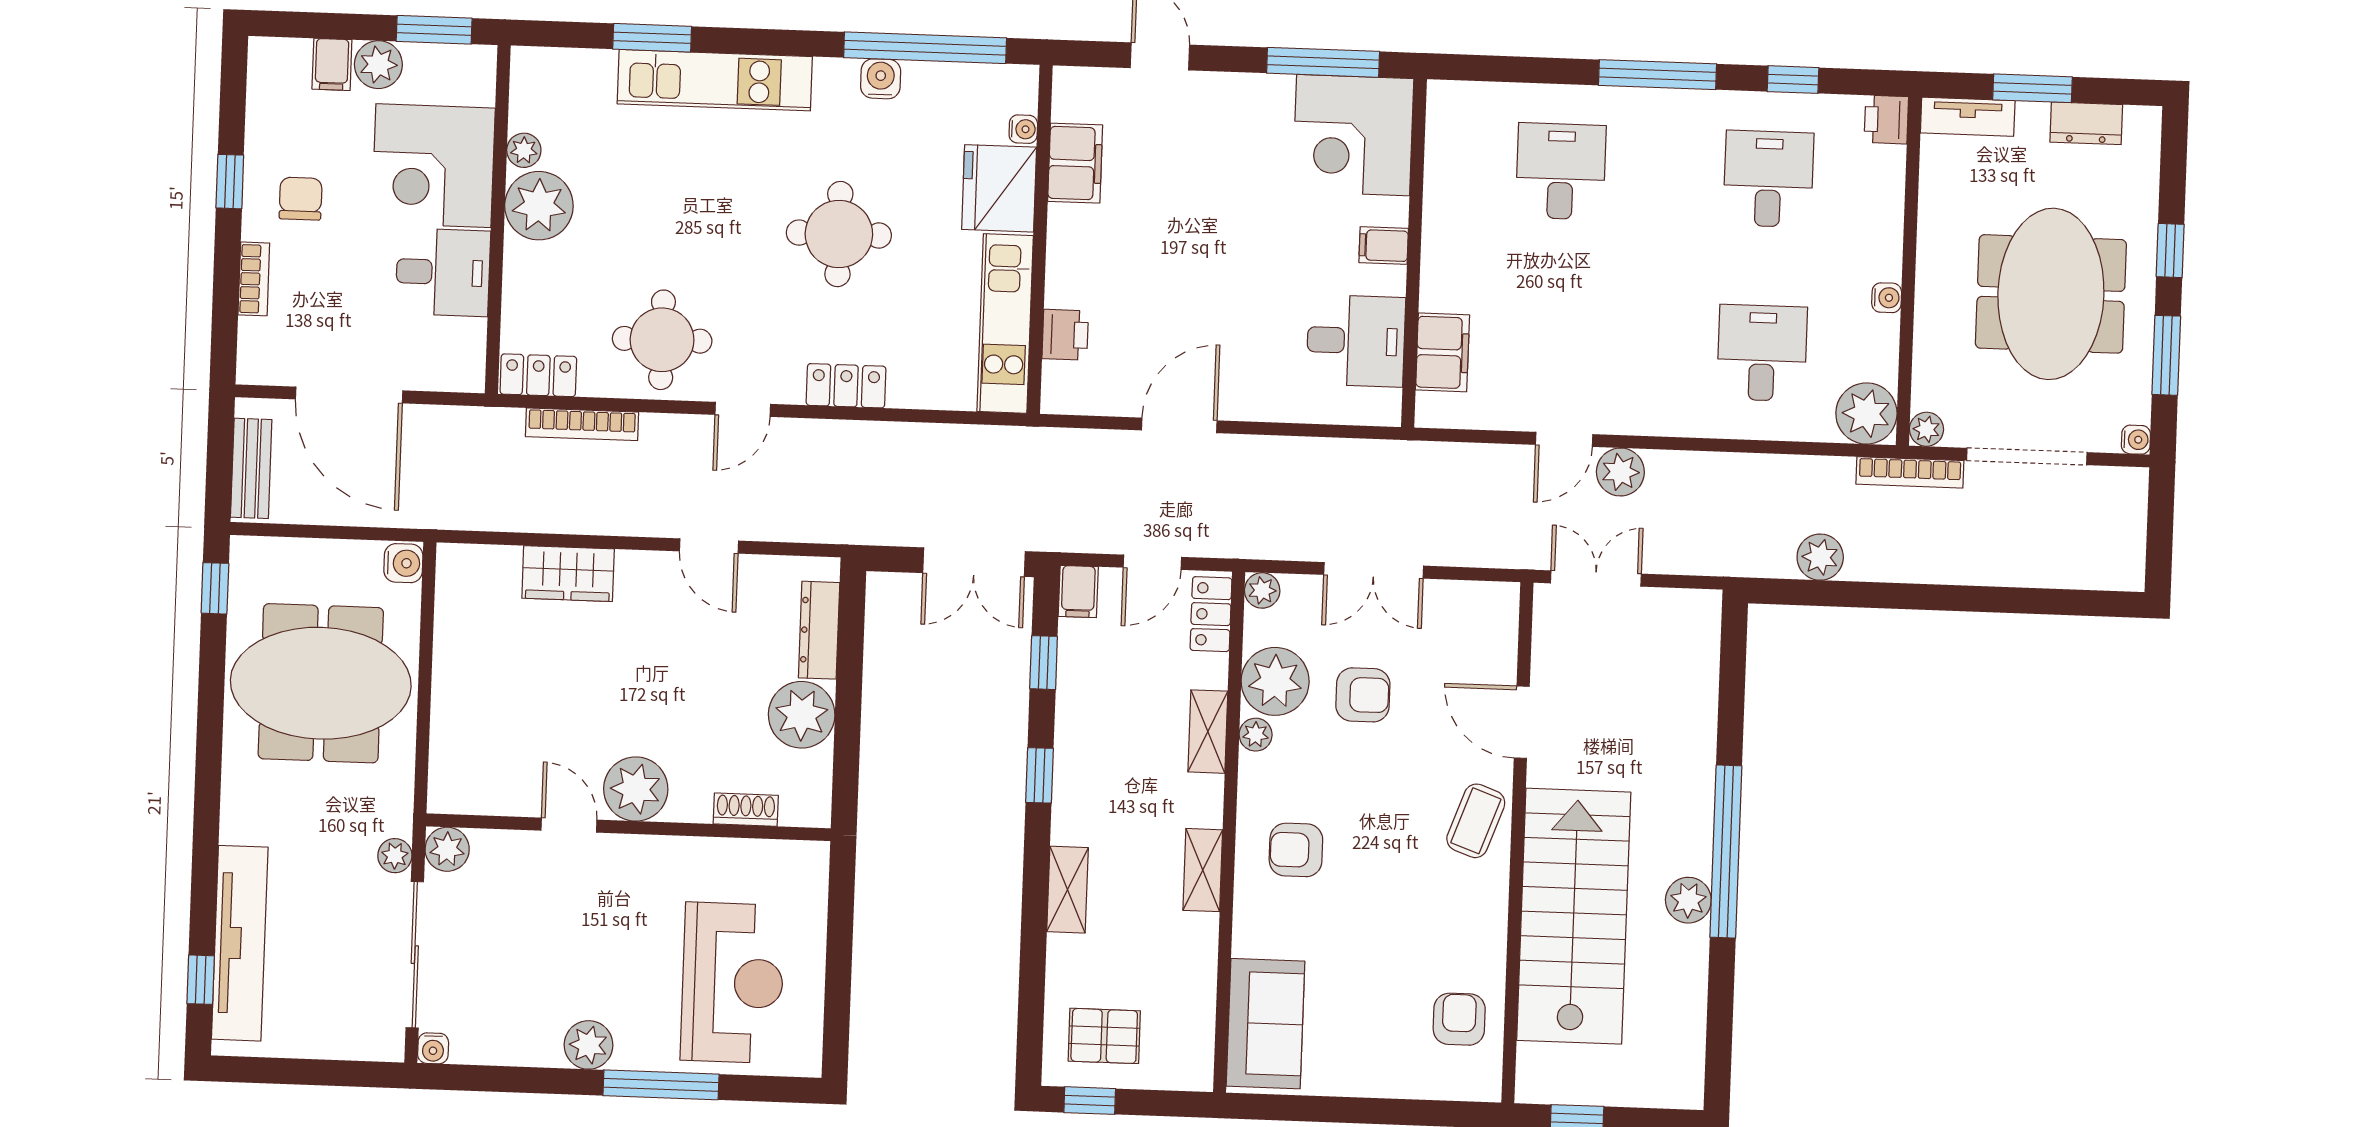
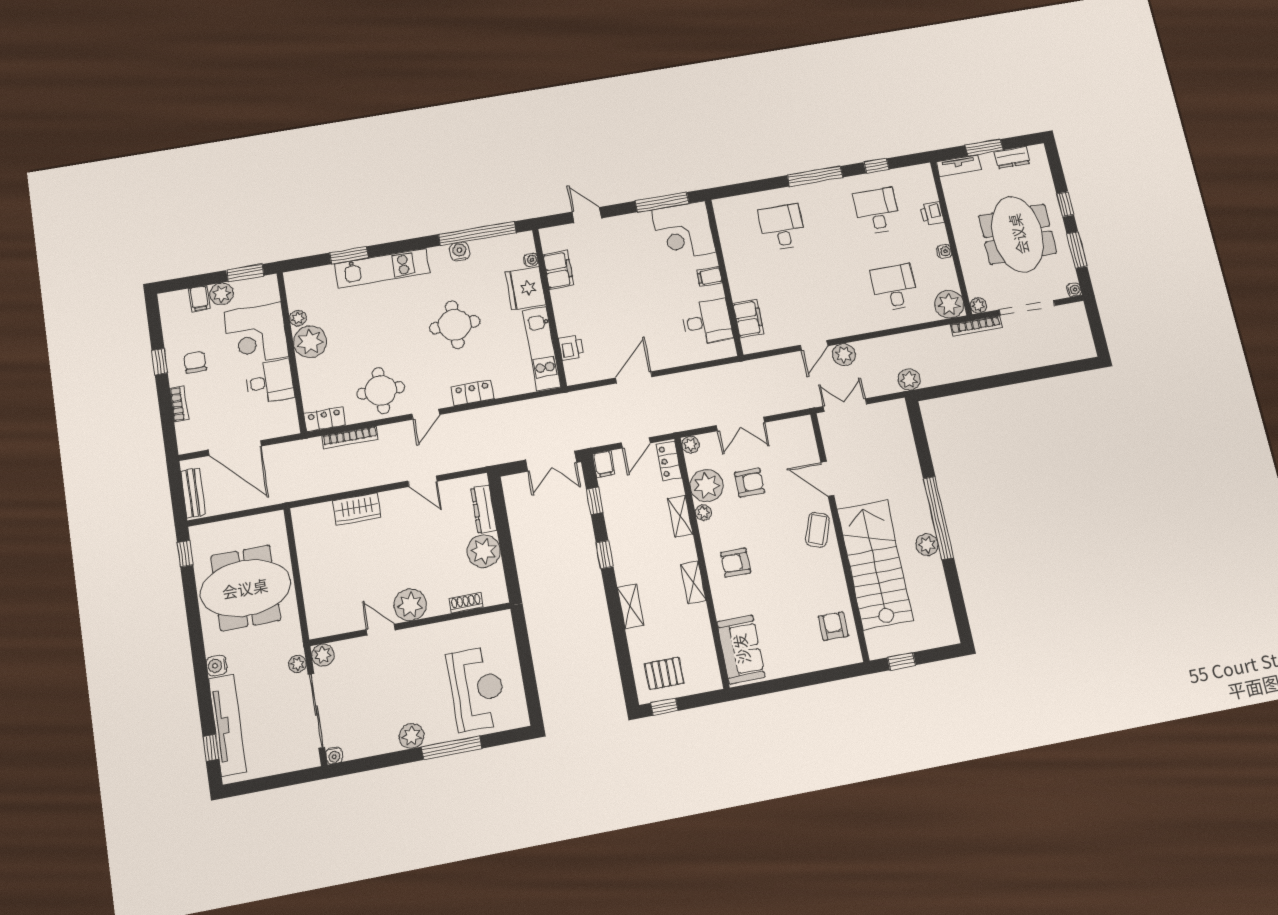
printer: (1886, 120) -> (932, 213), moved
plant: (1820, 557) -> (909, 380), moved
water cooler: (403, 563) -> (217, 666), moved, turned 180

